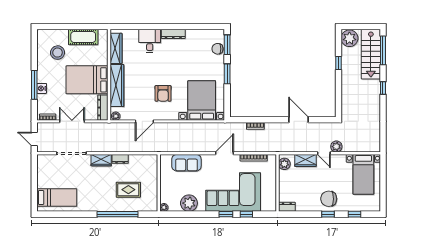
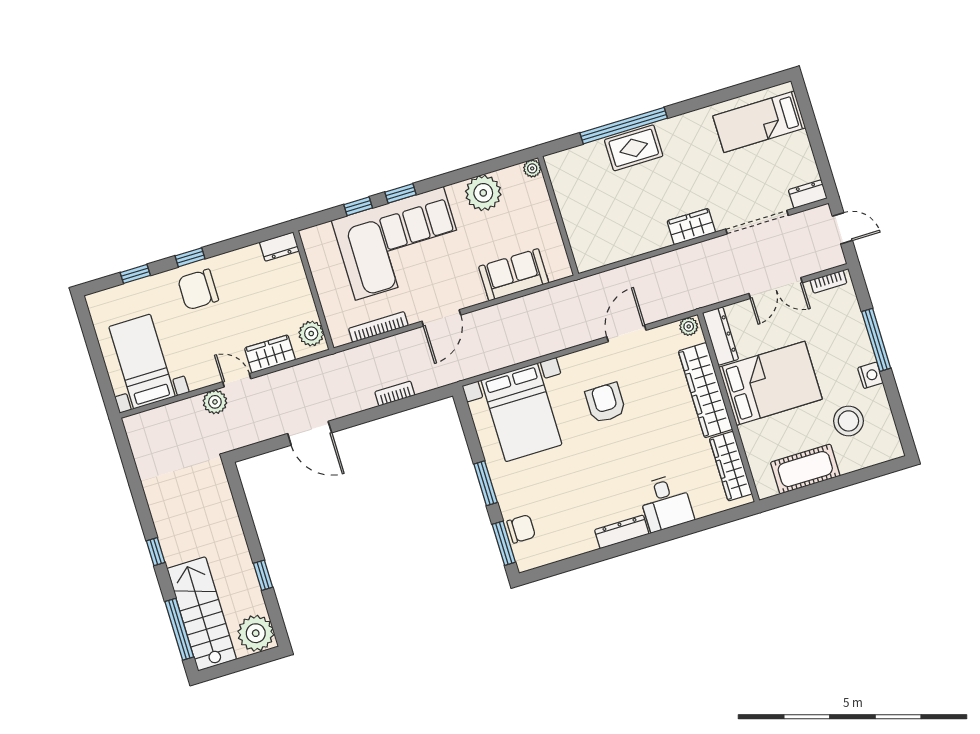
nightstand: (42, 88) -> (870, 375), moved
dresser: (120, 159) -> (808, 194), moved
rug: (128, 190) -> (634, 148), moved
chair: (329, 199) -> (198, 289), turned 180

